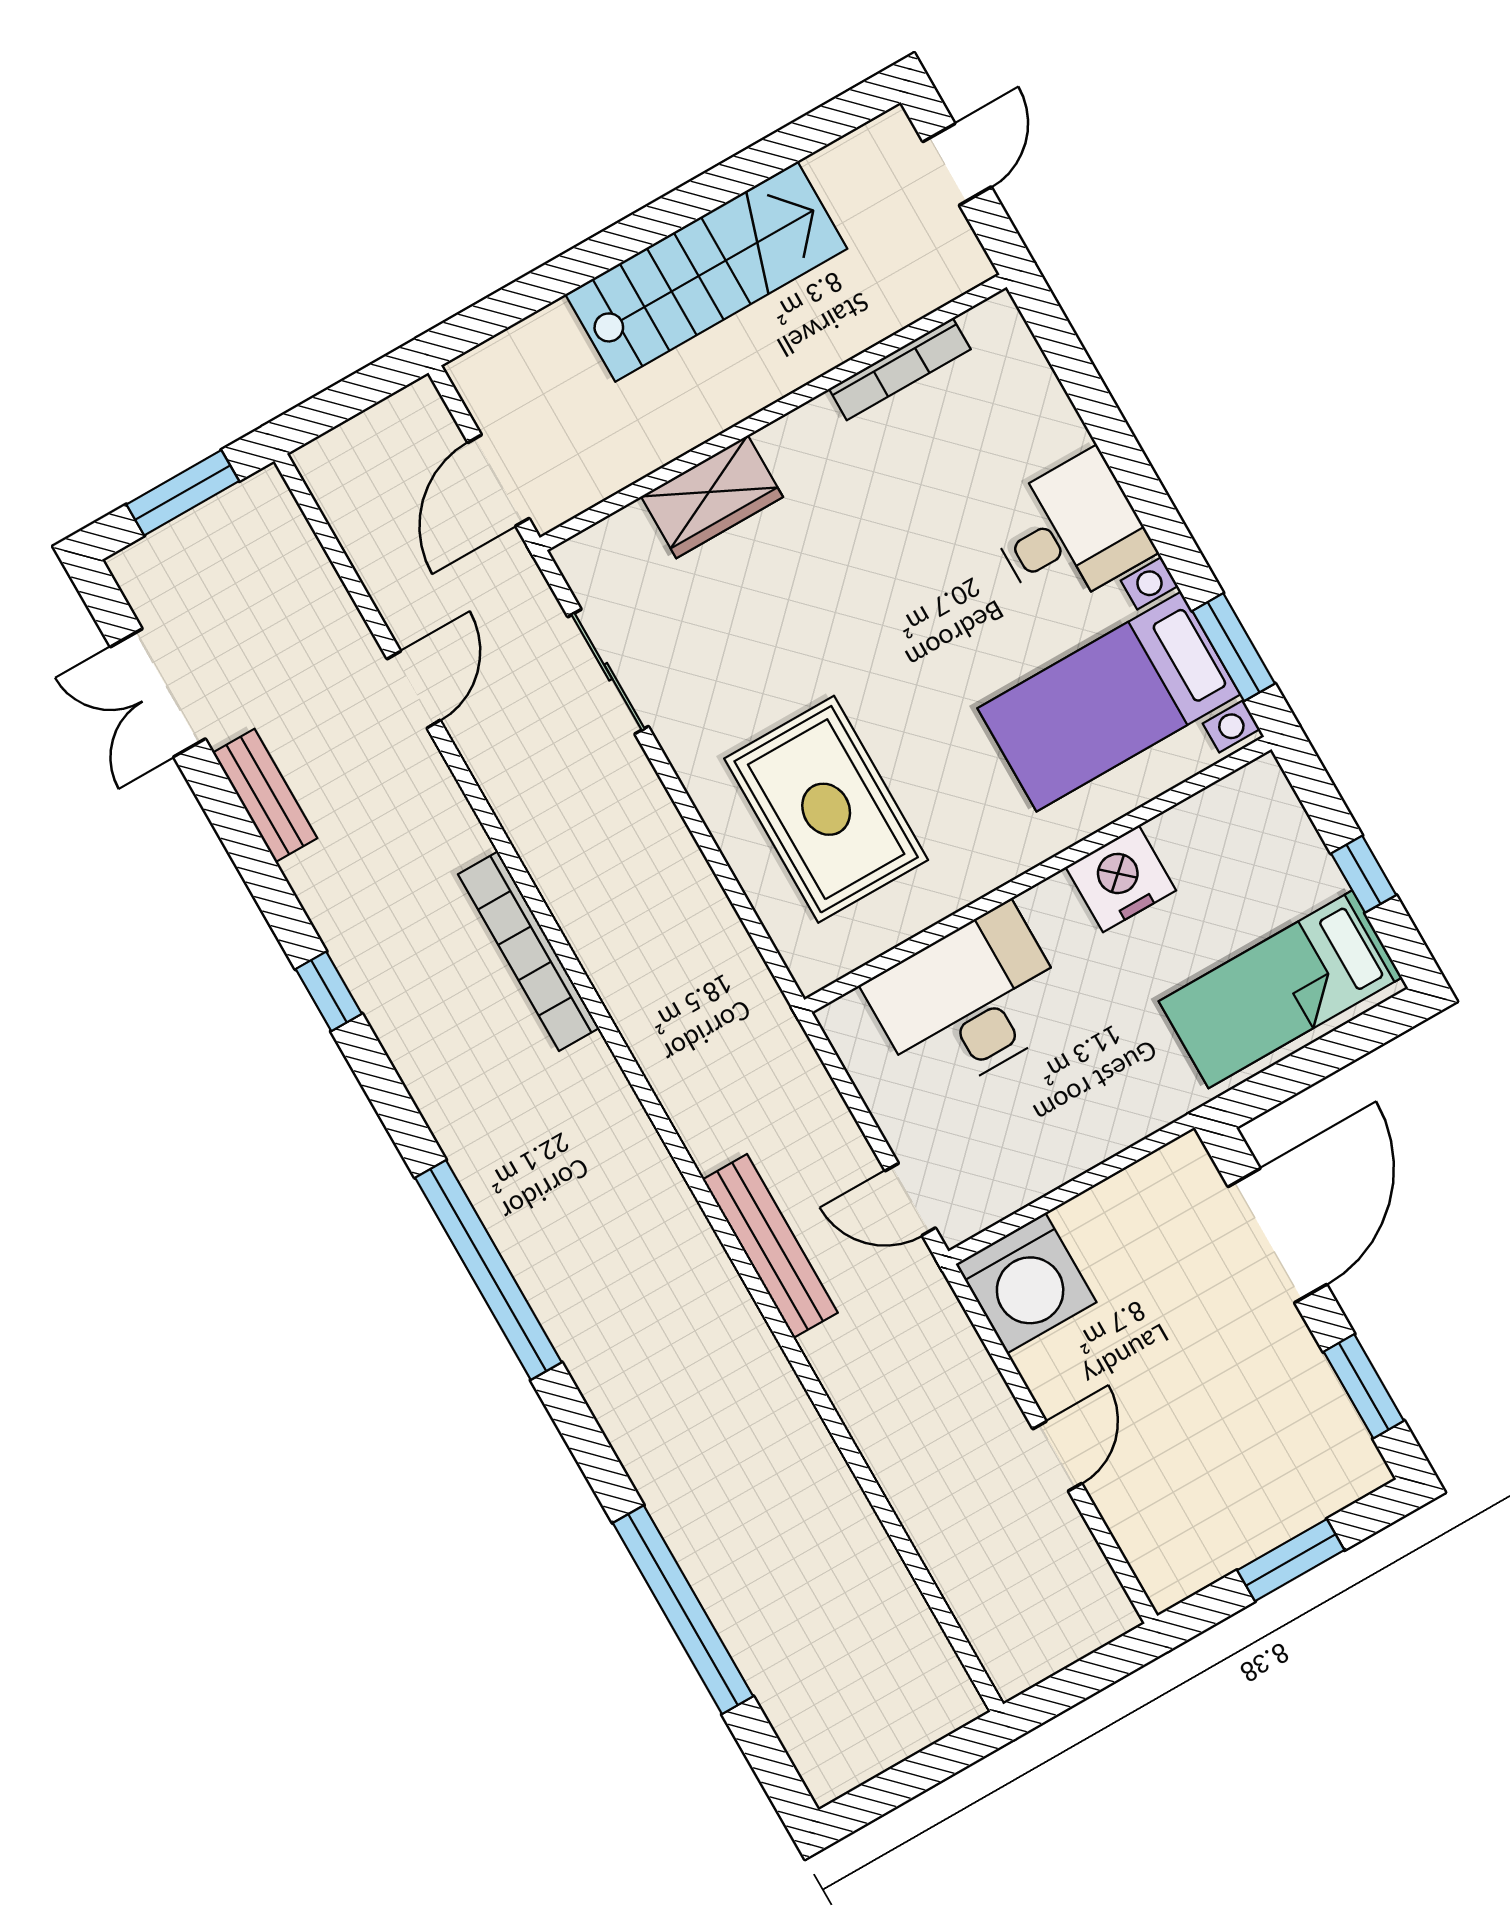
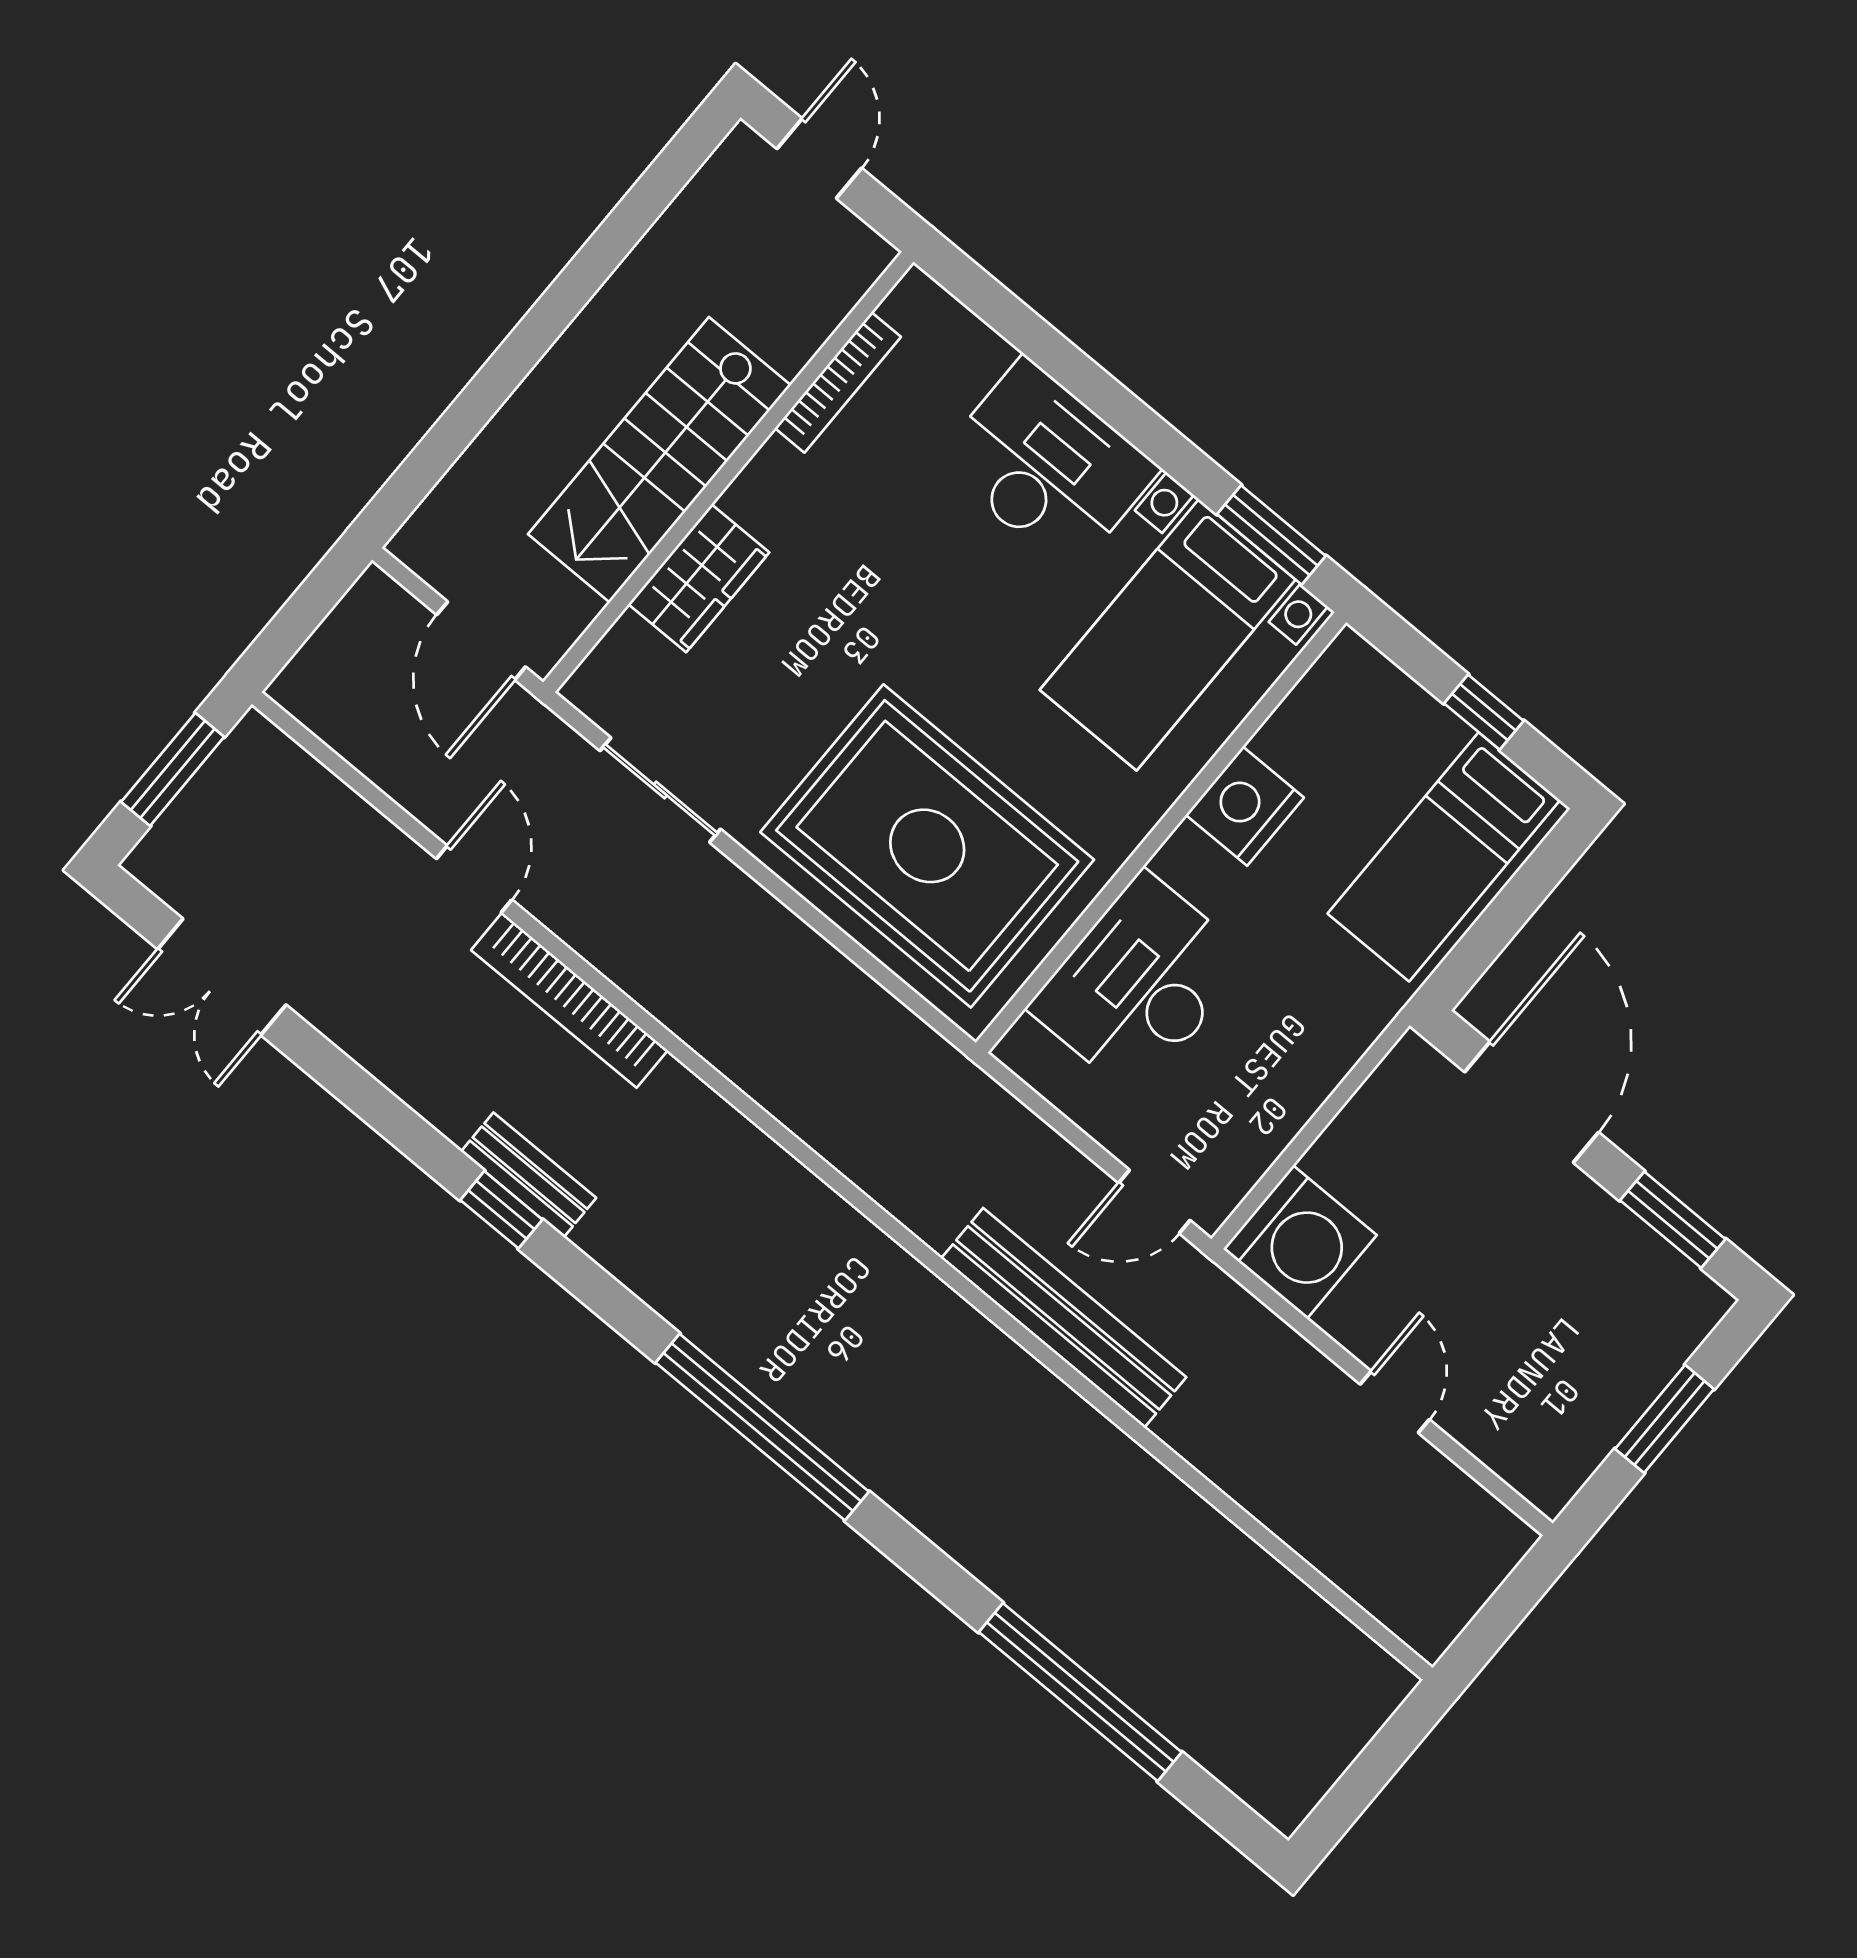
stairs: (706, 272) -> (659, 460), moved, turned 180
desk: (1069, 532) -> (1047, 466), width x1.37
bench: (265, 795) -> (529, 1175), moved
rug: (826, 809) -> (927, 846), width x1.37, depth x1.44
bookcase: (529, 951) -> (569, 1000), moved
bench: (770, 1246) -> (1064, 1318), width x1.37, depth x1.21

